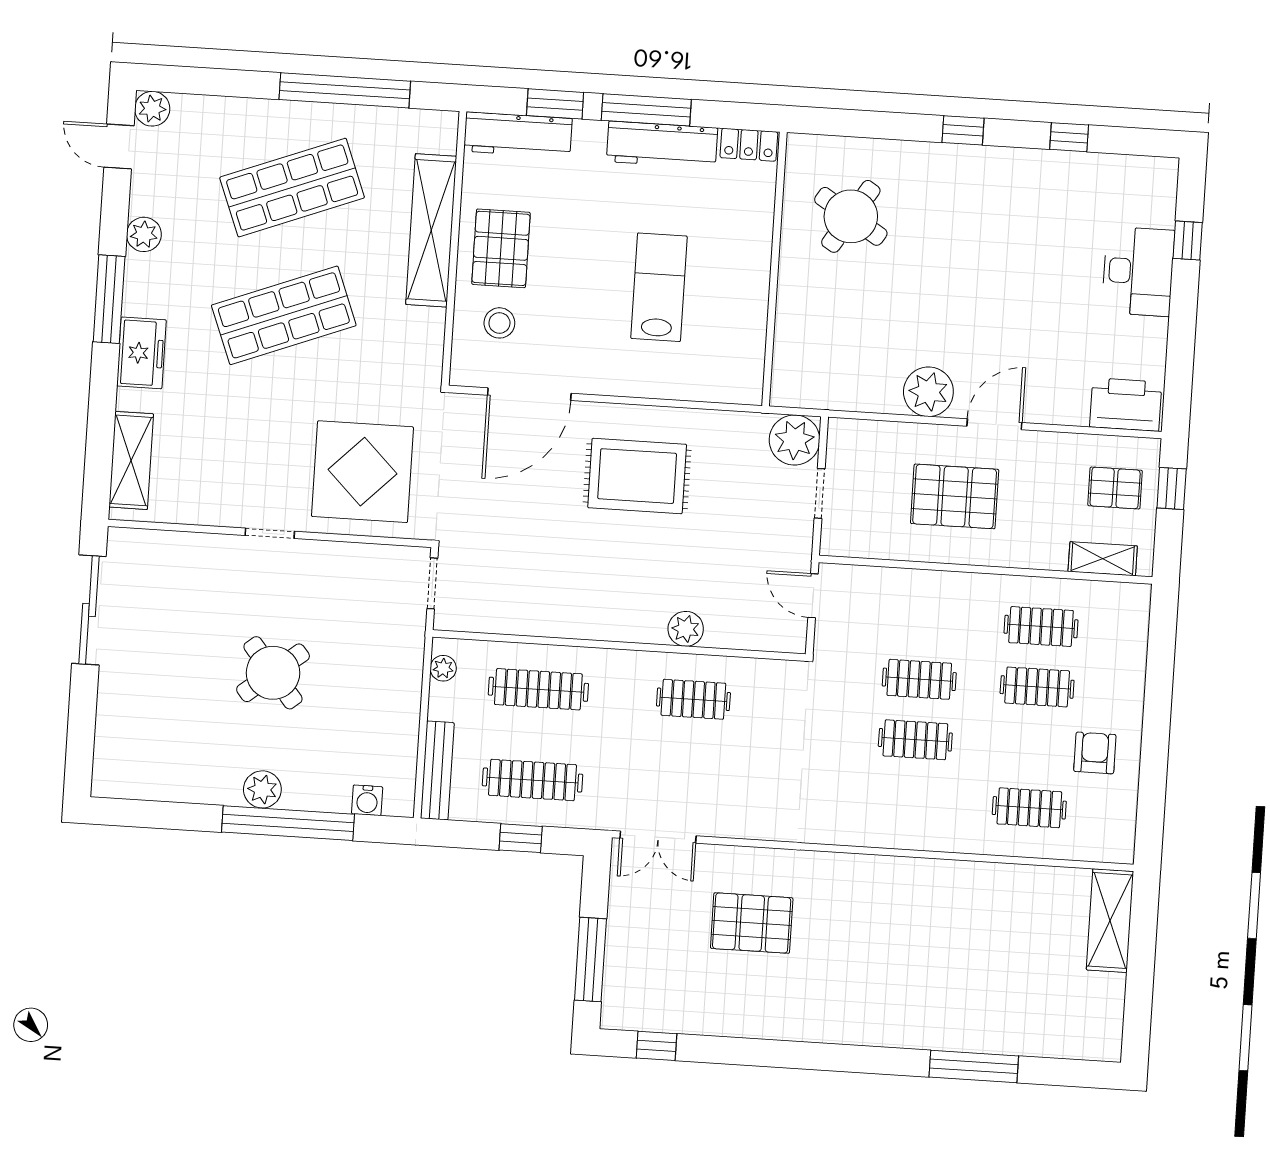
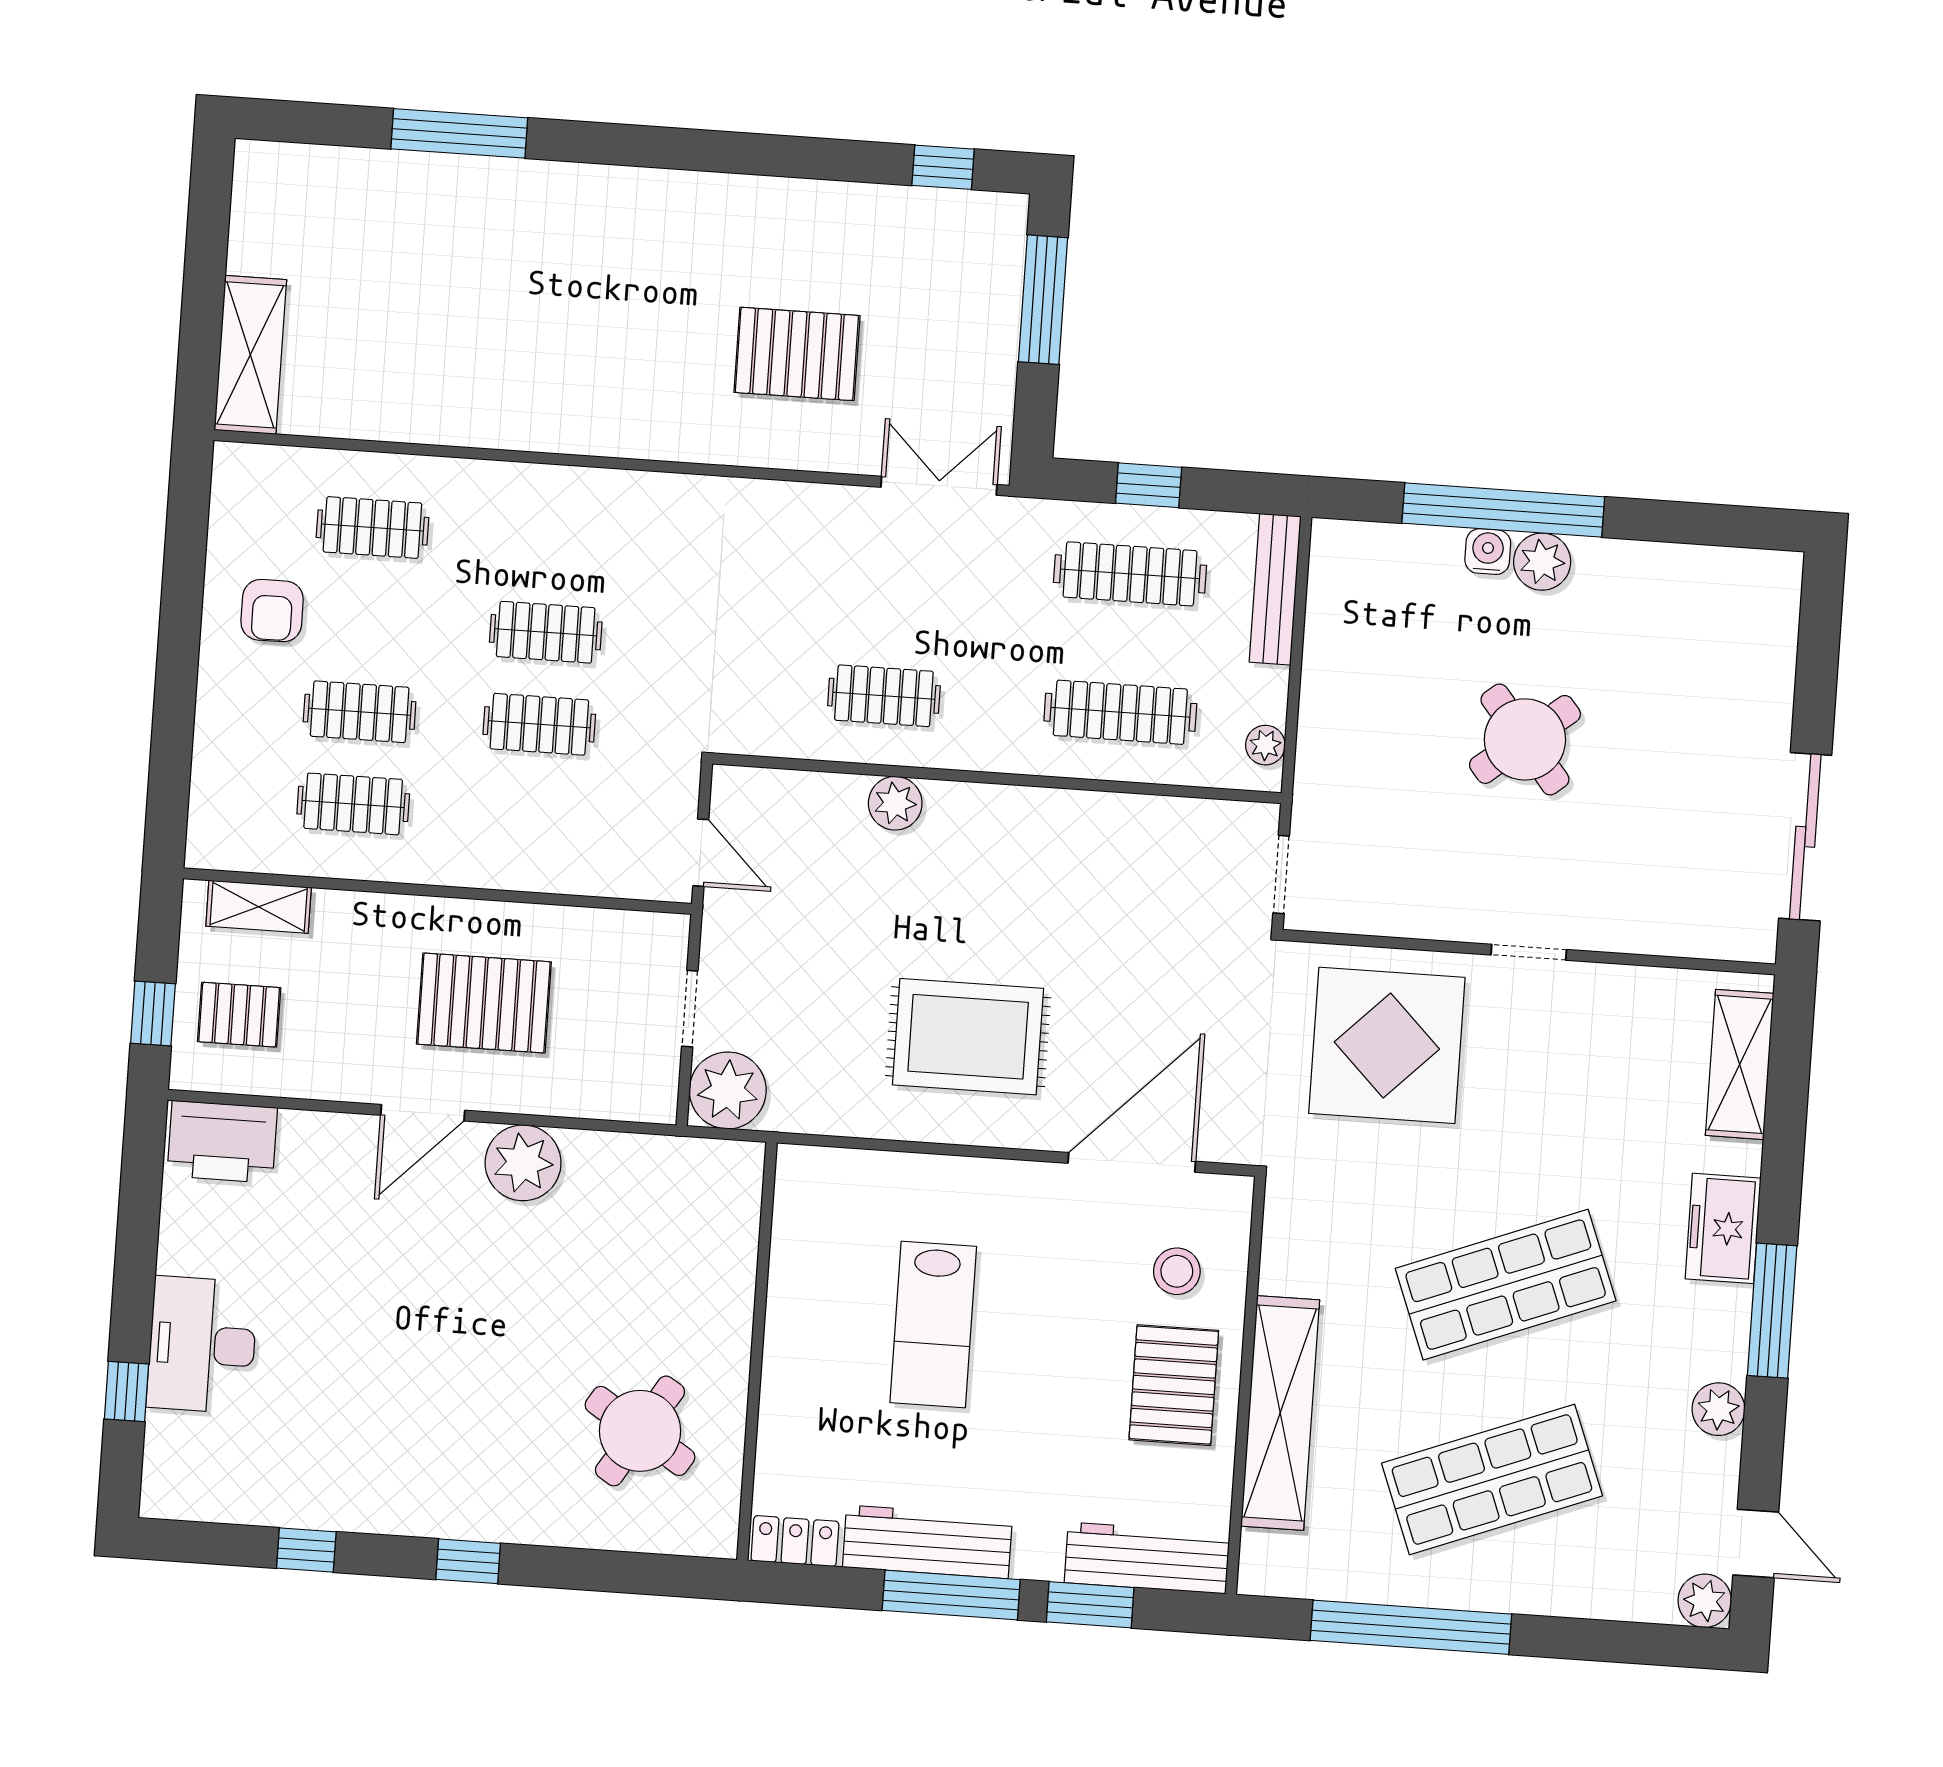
water cooler: (367, 800) -> (1488, 552), moved

